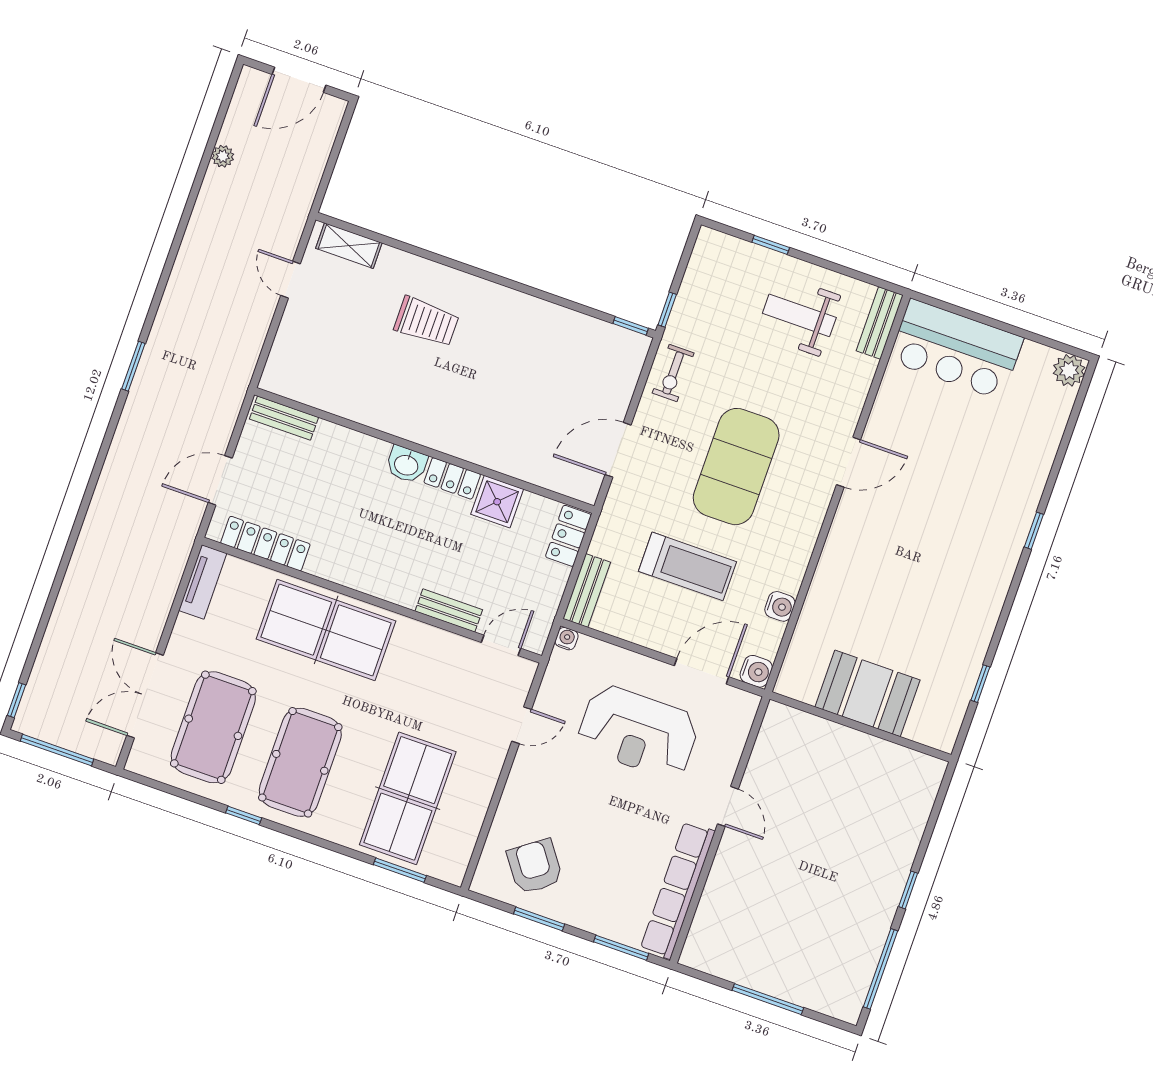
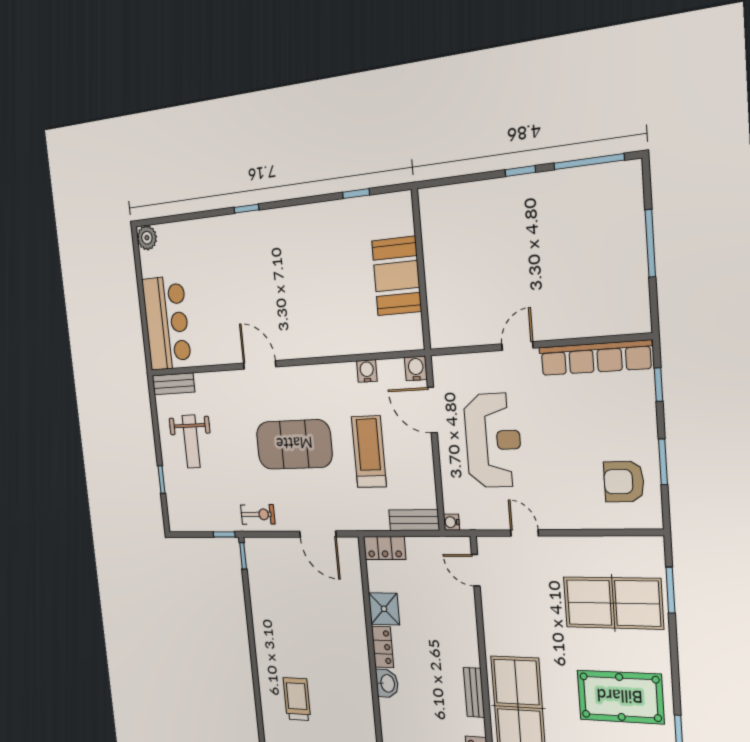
bench: (449, 611) -> (474, 692), moved
armchair: (535, 867) -> (624, 482), turned 36
window: (621, 948) -> (659, 385), width x0.67

